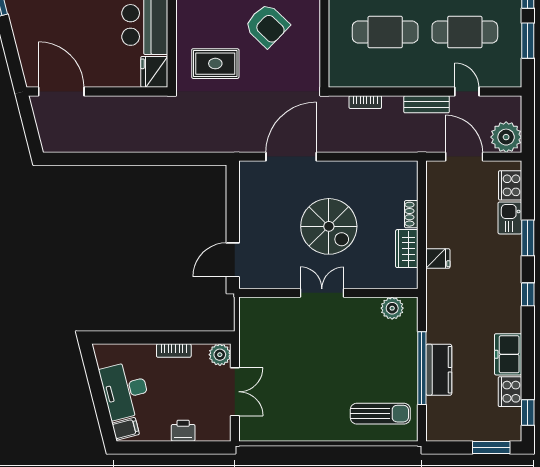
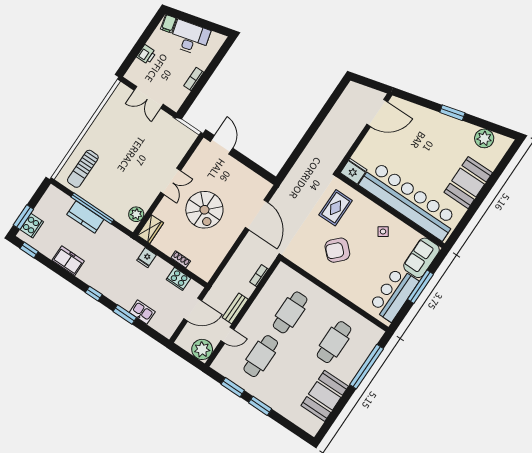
plant: (506, 137) -> (202, 349), moved
cooker: (510, 185) -> (179, 279), moved, turned 180
spiral stairs: (329, 226) -> (204, 210), turned -90
wardrobe: (407, 249) -> (150, 229), moved, turned 90
plant: (220, 355) -> (174, 103), removed
cooker: (510, 392) -> (32, 226), moved, turned 90

